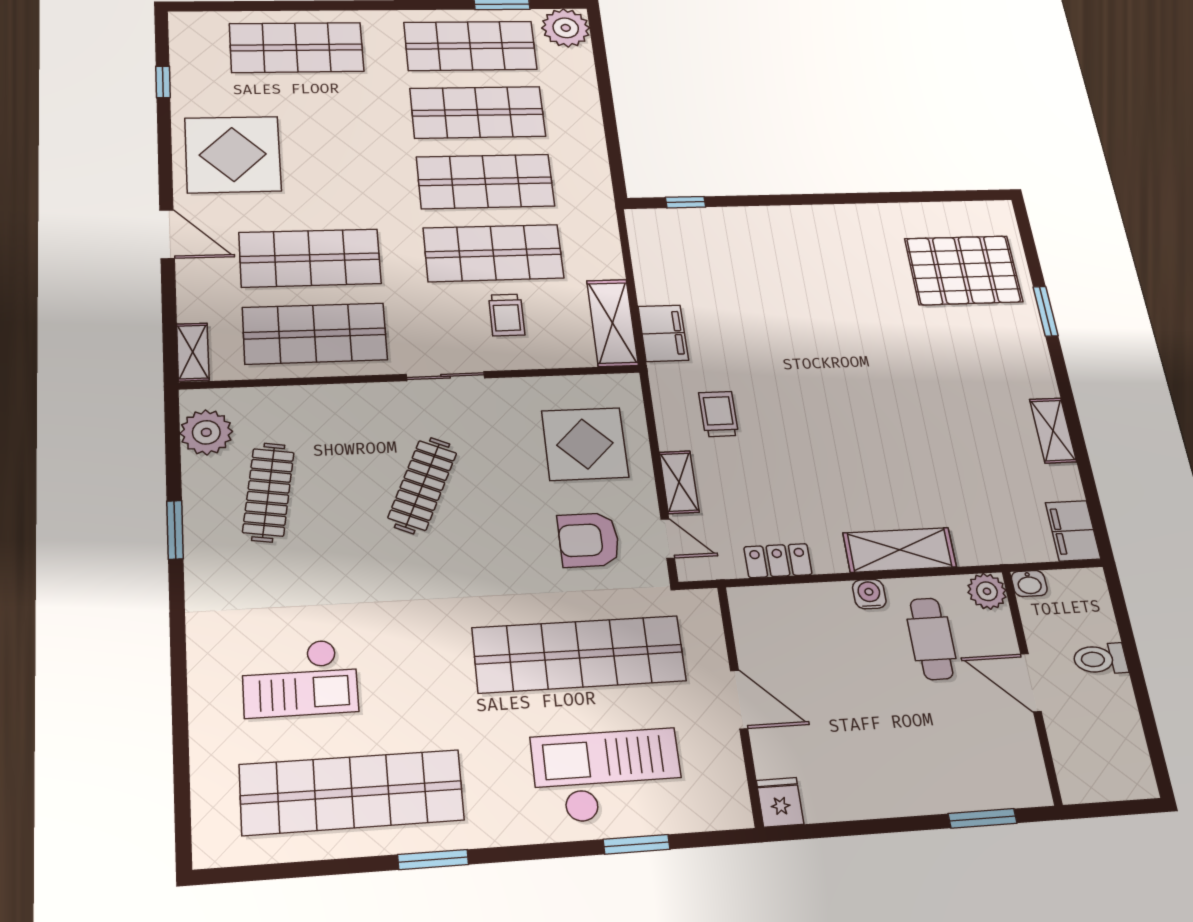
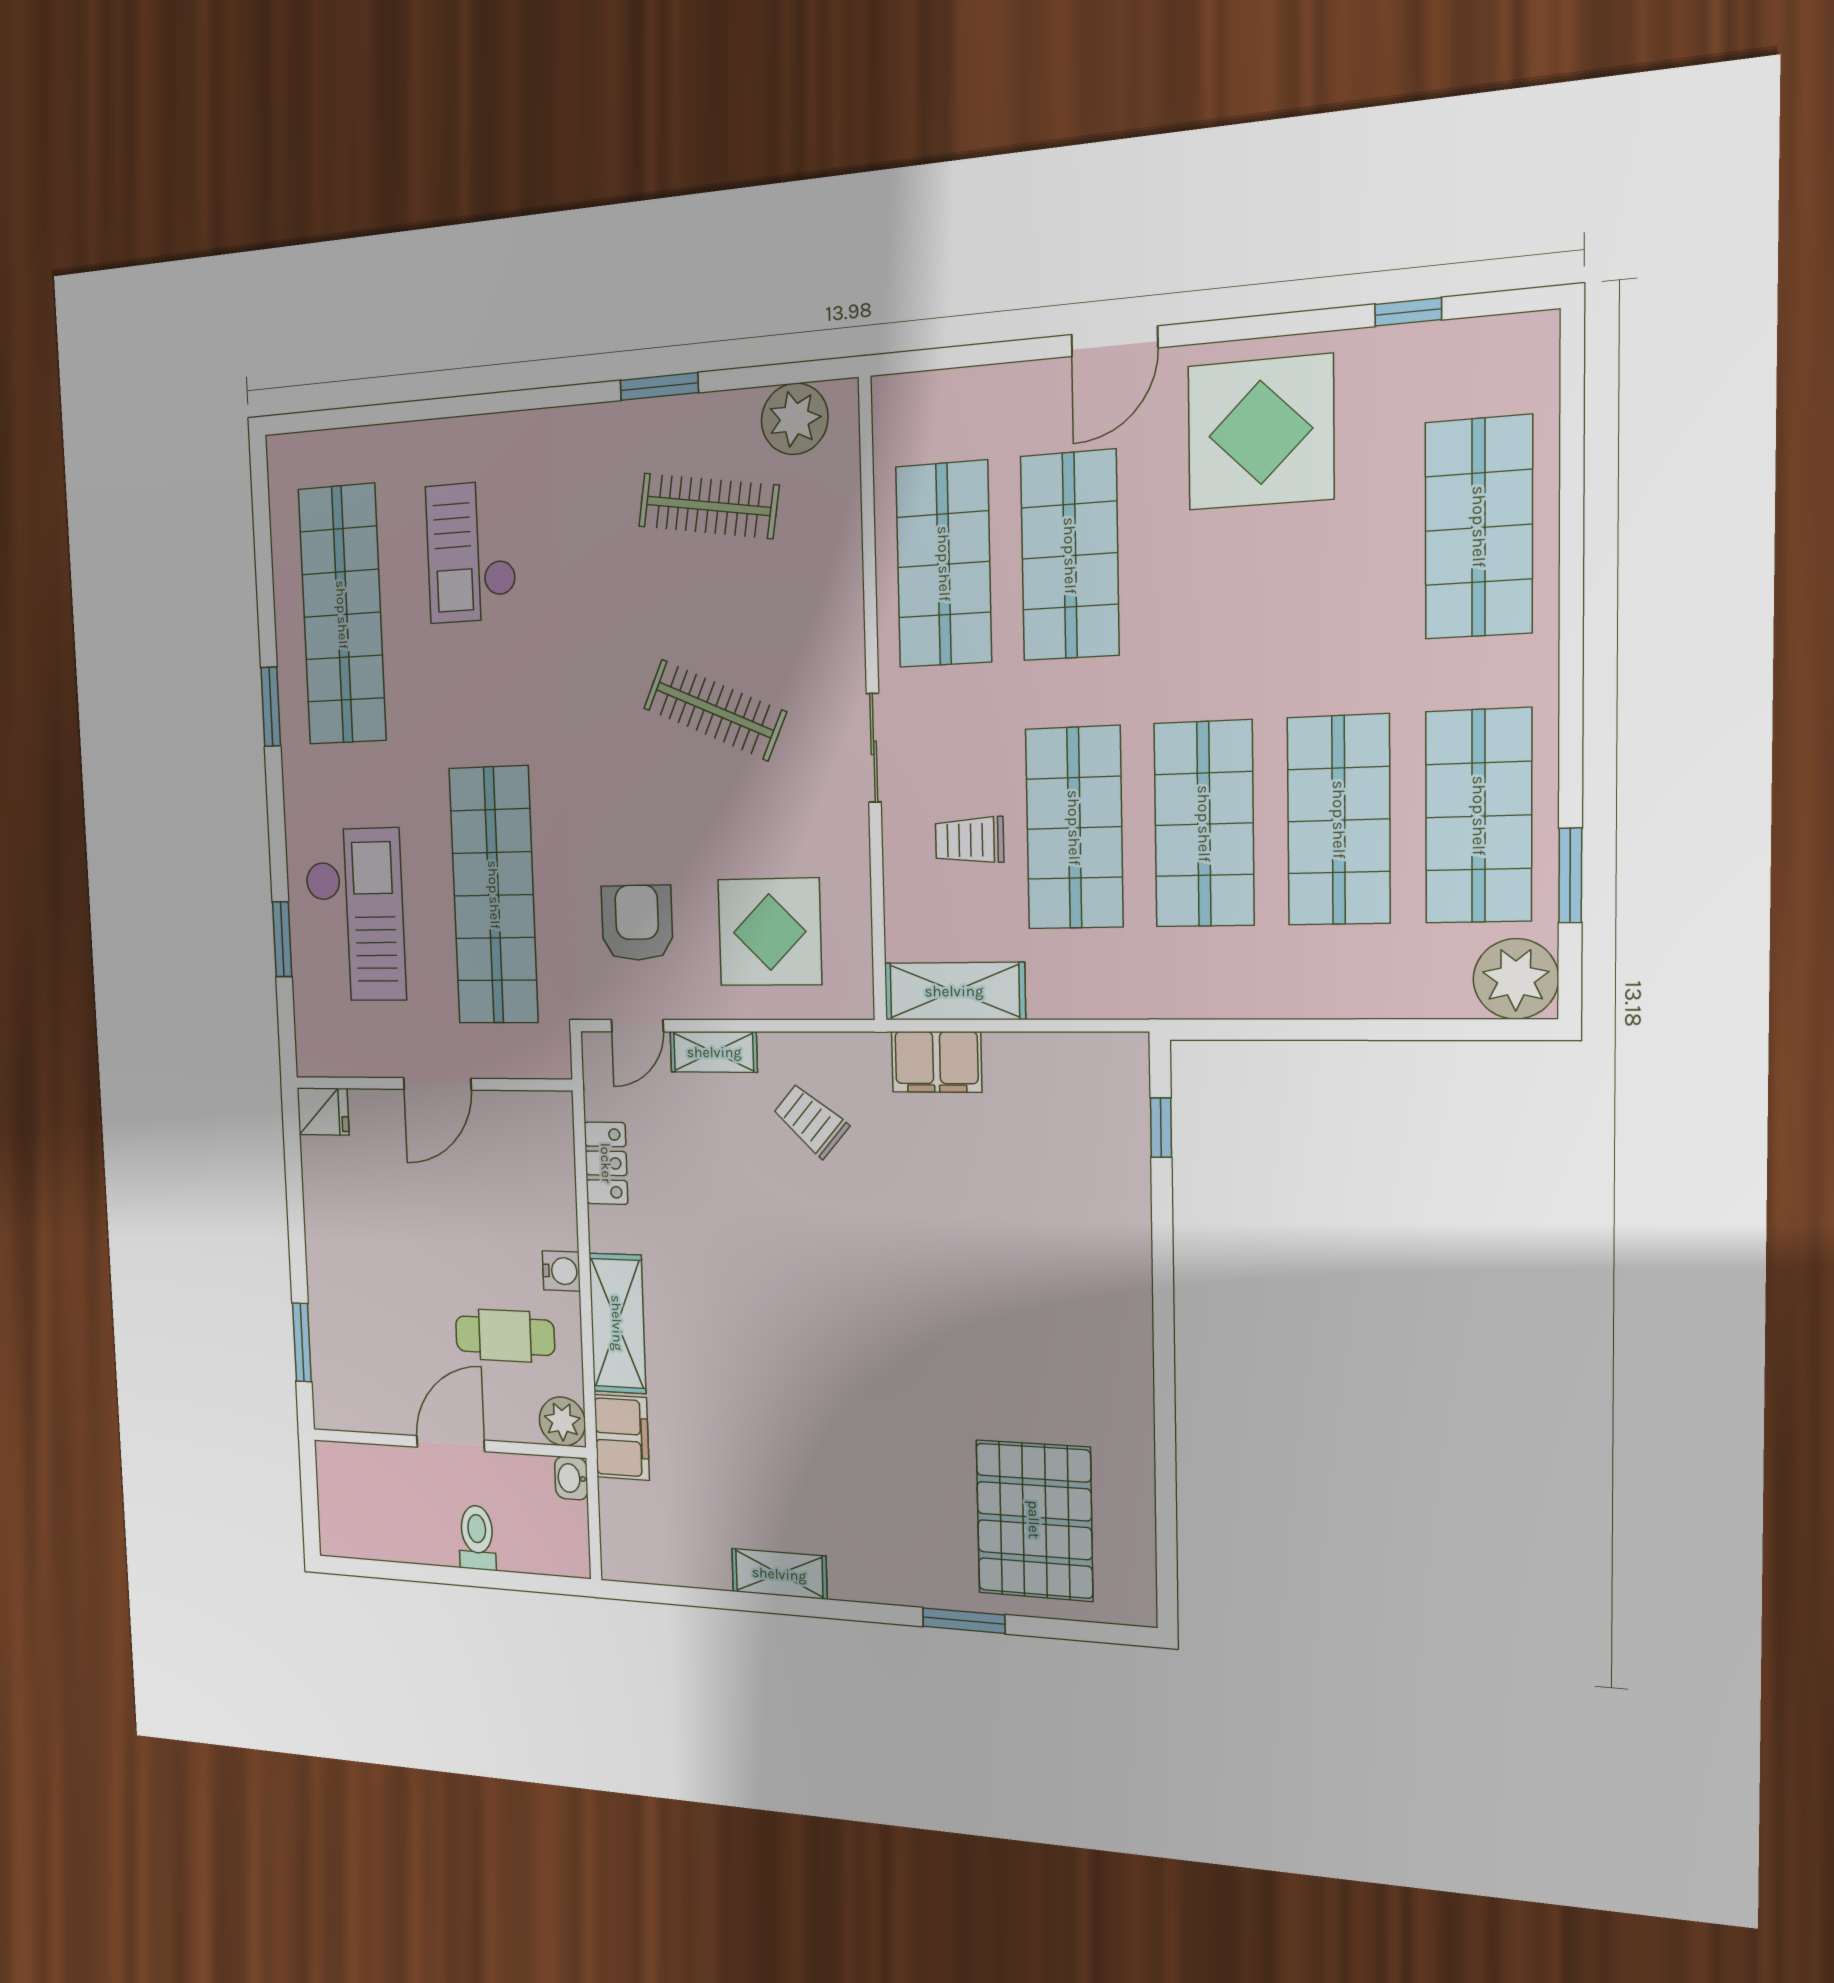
shelving: (193, 352) -> (917, 393), removed
trolley: (719, 414) -> (811, 1121), turned -140
filing cabinet: (1073, 531) -> (622, 1437), moved, turned 90

